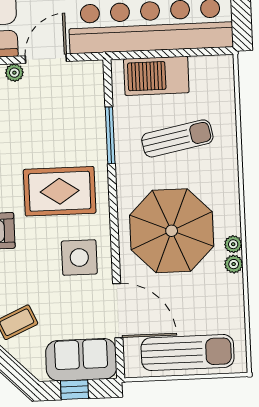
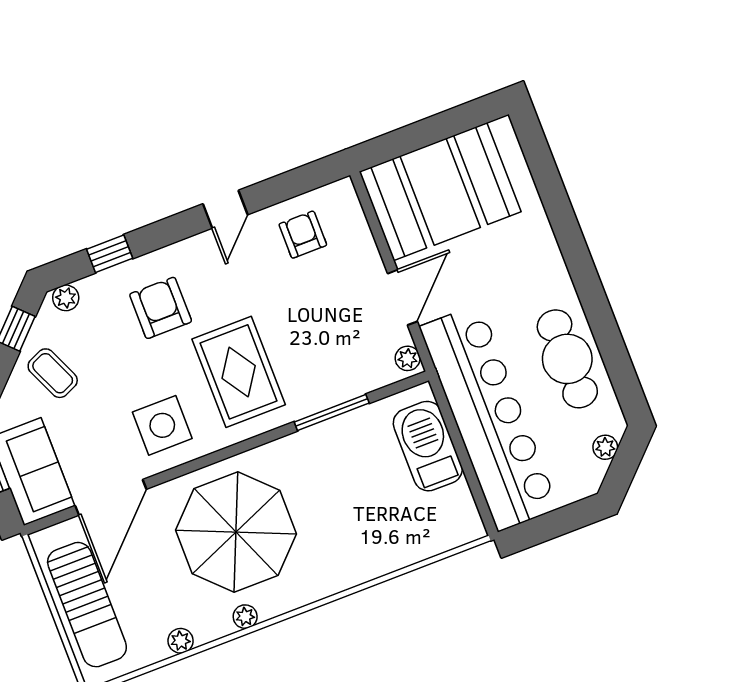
door: (46, 59) -> (402, 297), hinge flipped
plant: (14, 73) -> (408, 358), moved
sun lounger: (177, 138) -> (357, 500), removed
plant: (234, 264) -> (181, 641), moved

